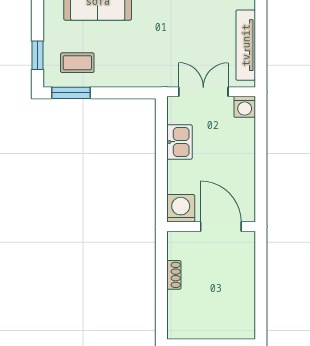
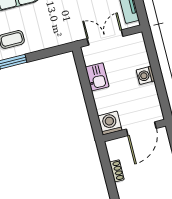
washing machine: (245, 107) -> (145, 75), moved, turned 90
door: (221, 227) -> (141, 129), swing flipped

